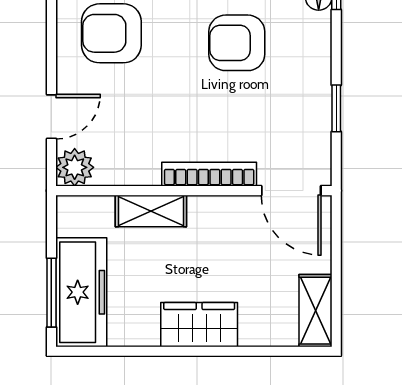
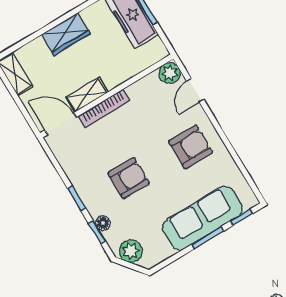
window: (336, 108) -> (77, 198), moved
shelving: (151, 211) -> (87, 95), moved

